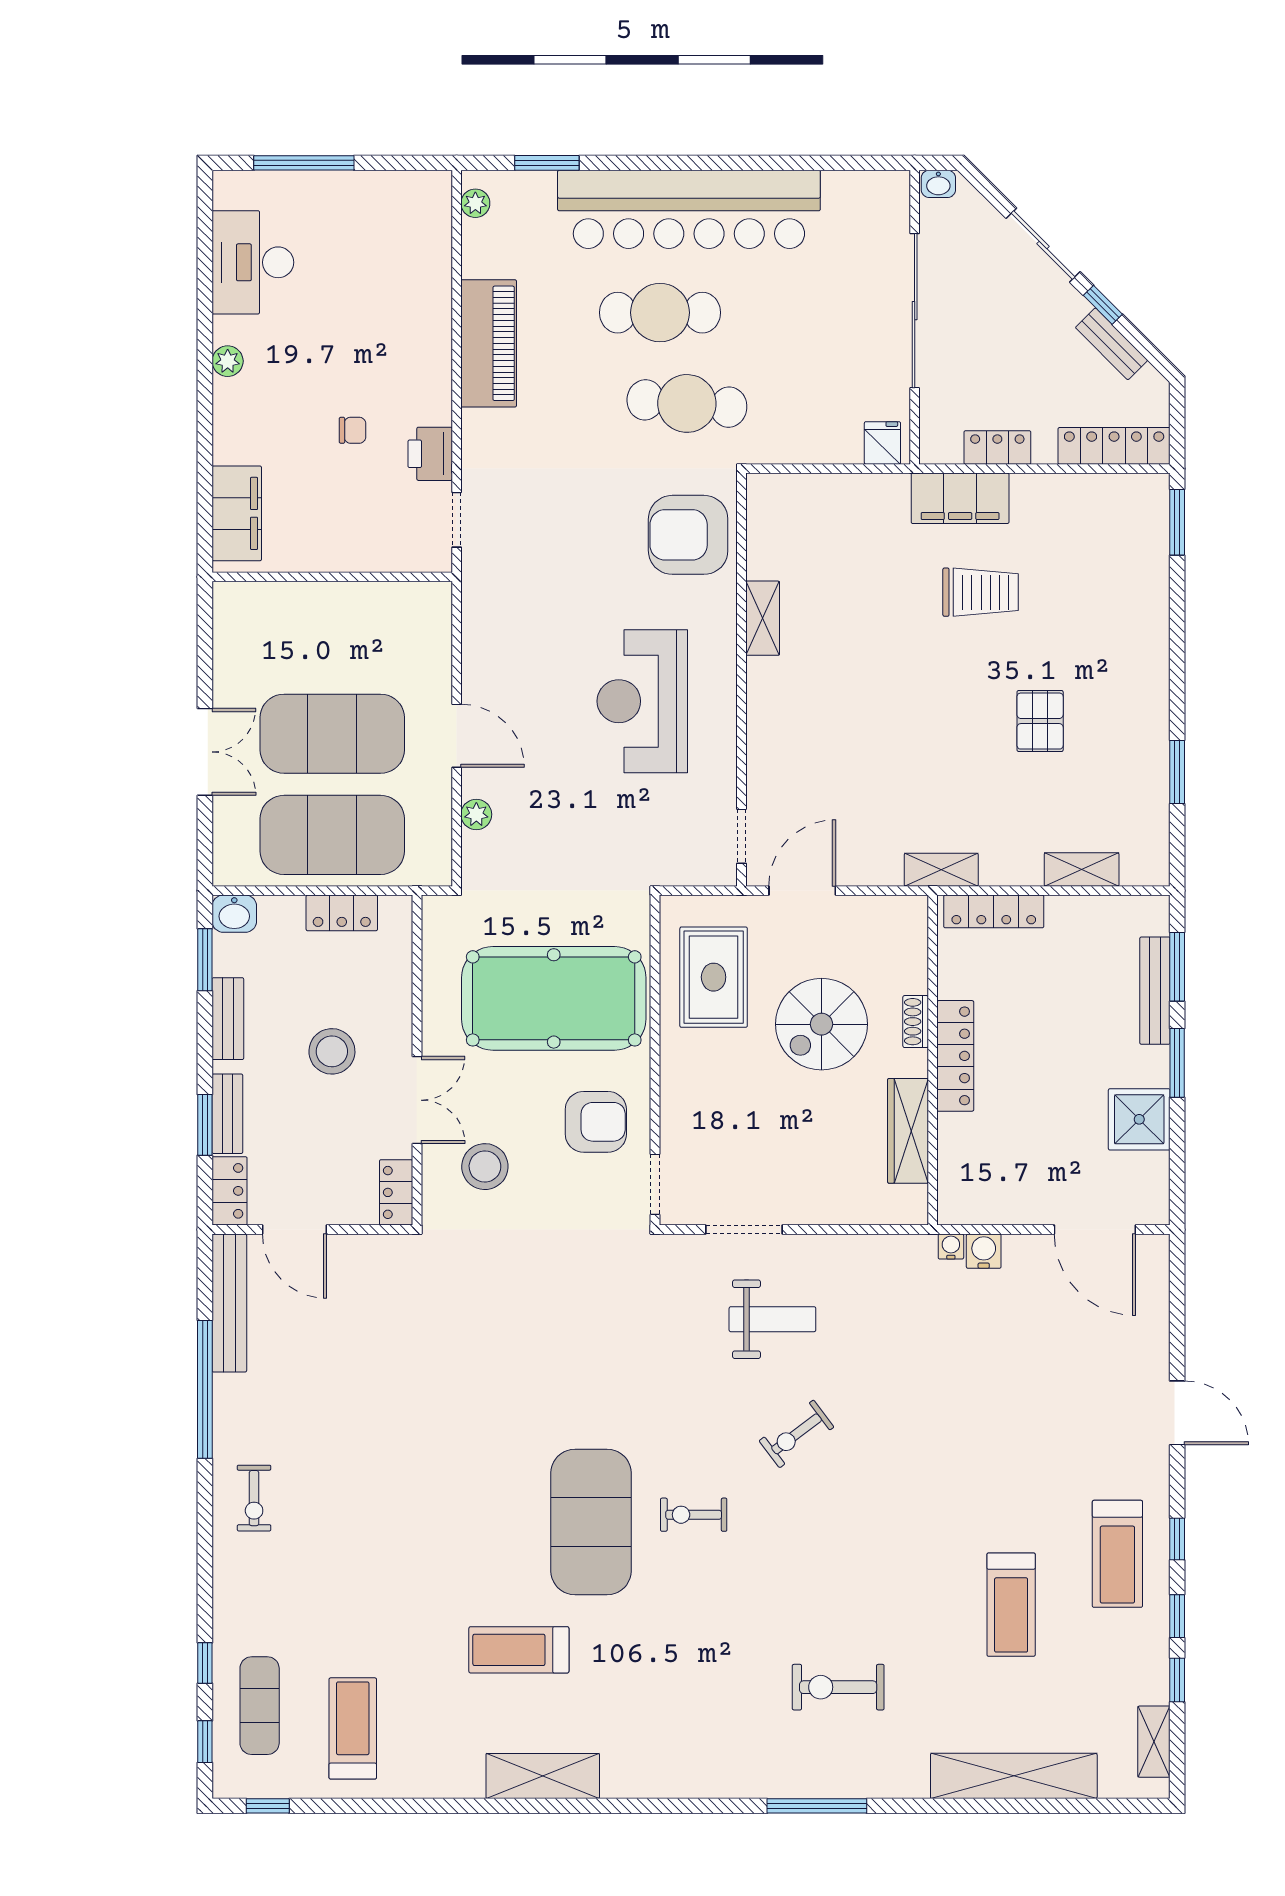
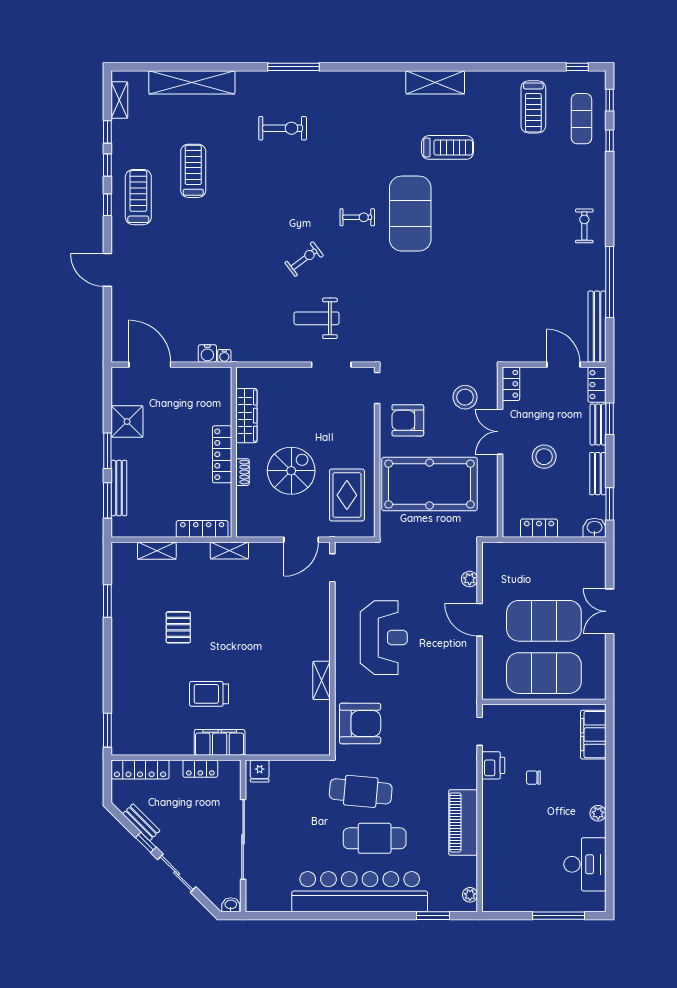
exercise mat: (332, 835) -> (544, 673), moved

